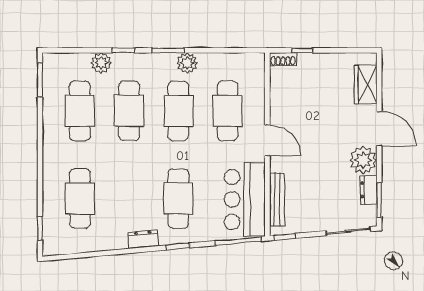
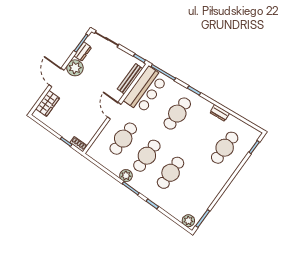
plant: (101, 63) -> (188, 221), moved
cafe table: (80, 111) -> (194, 190), removed
dresser: (143, 239) -> (220, 113), moved

